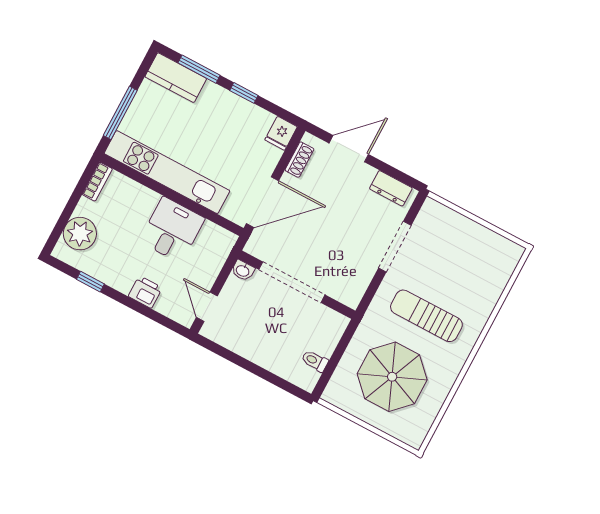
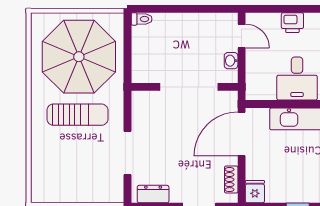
washbasin: (243, 271) -> (231, 61), moved, turned -90
toilet: (315, 361) -> (142, 19), moved
parasol: (392, 377) -> (79, 57), width x1.36, depth x1.36

